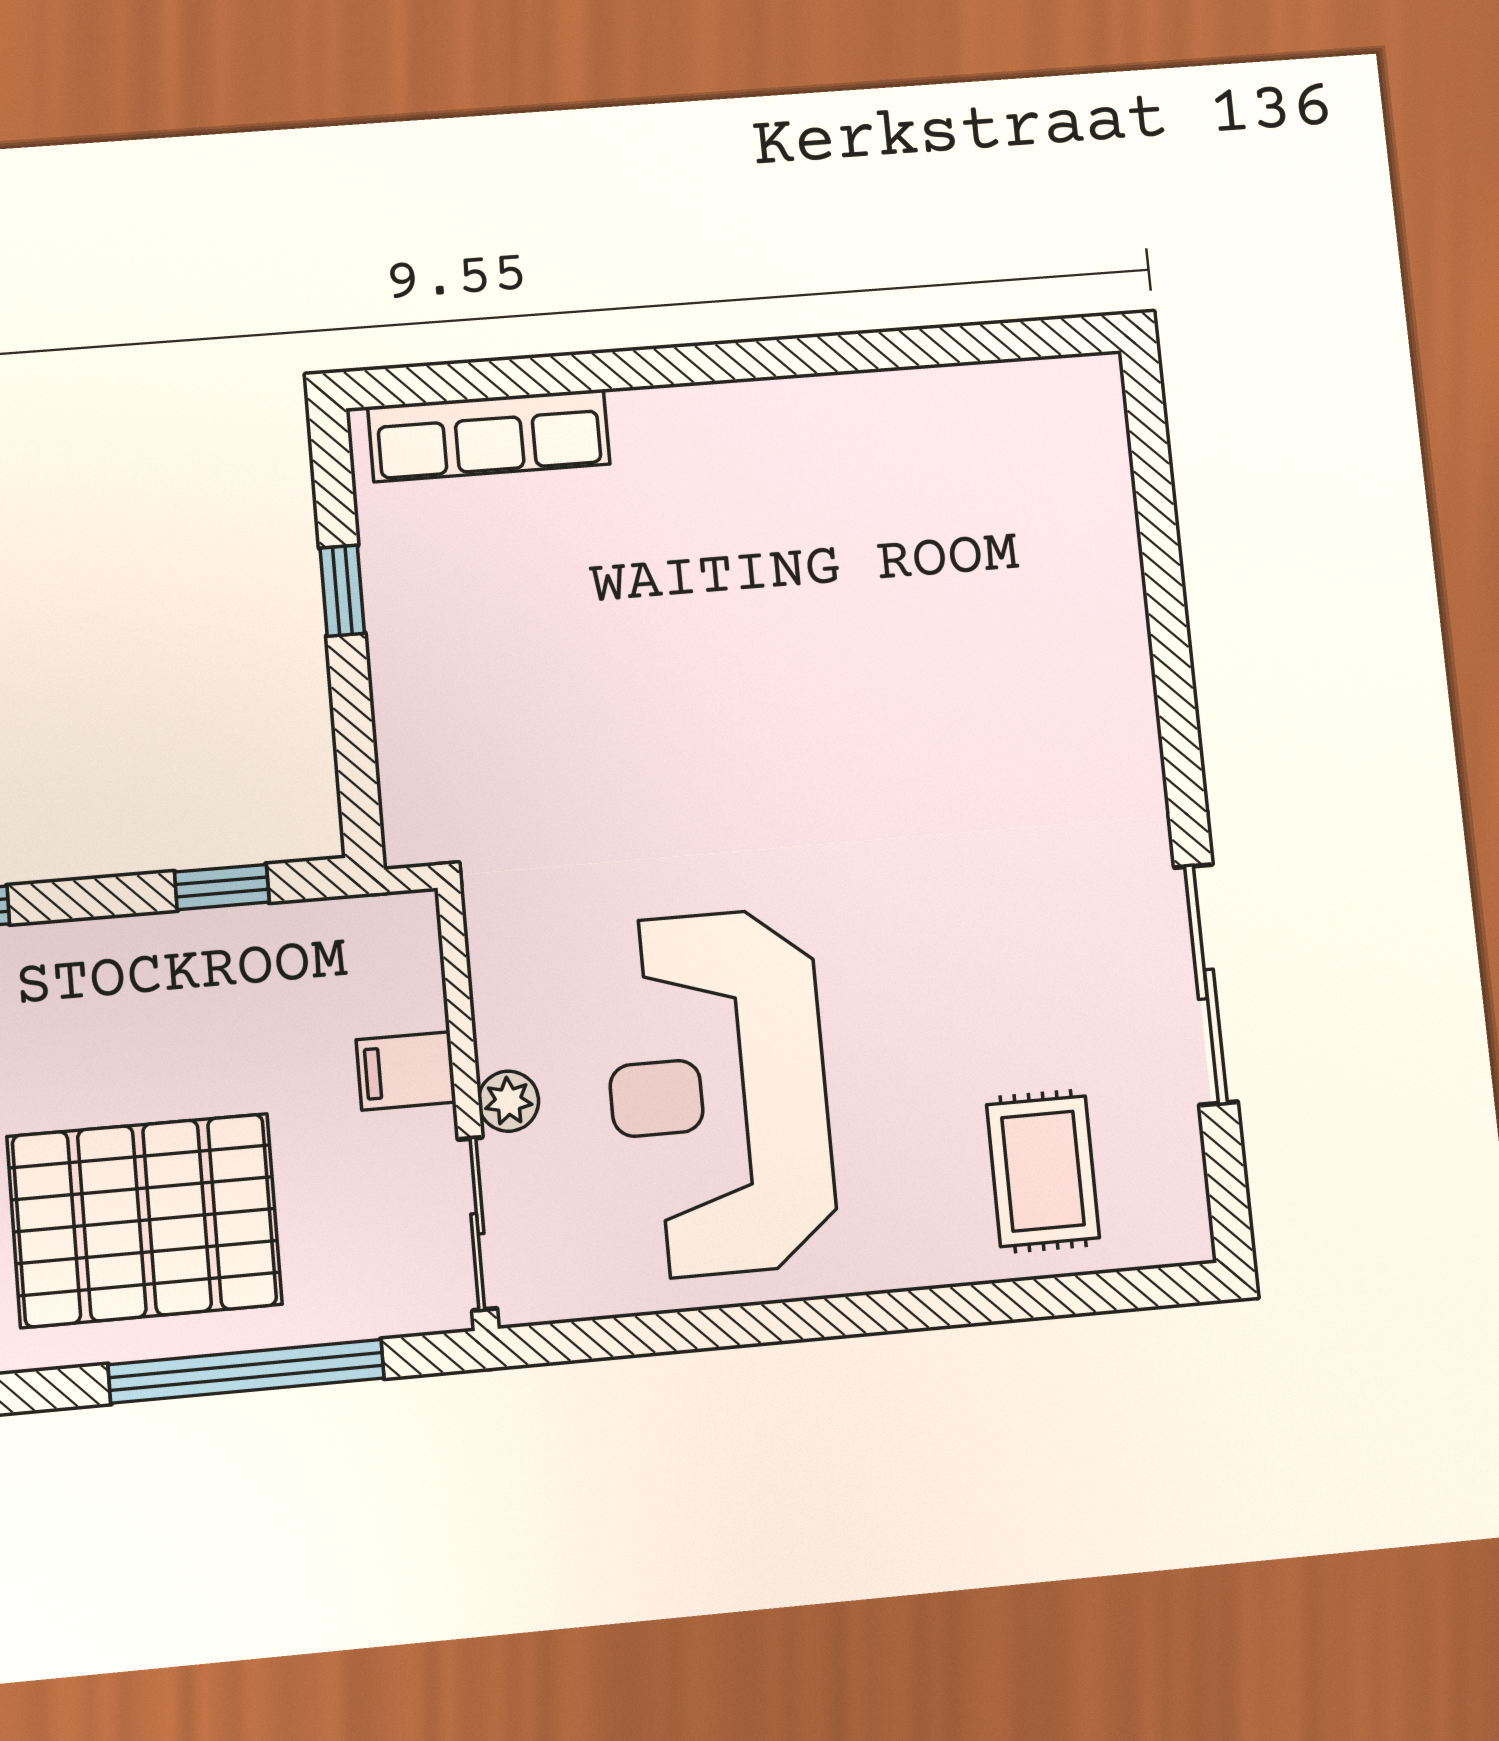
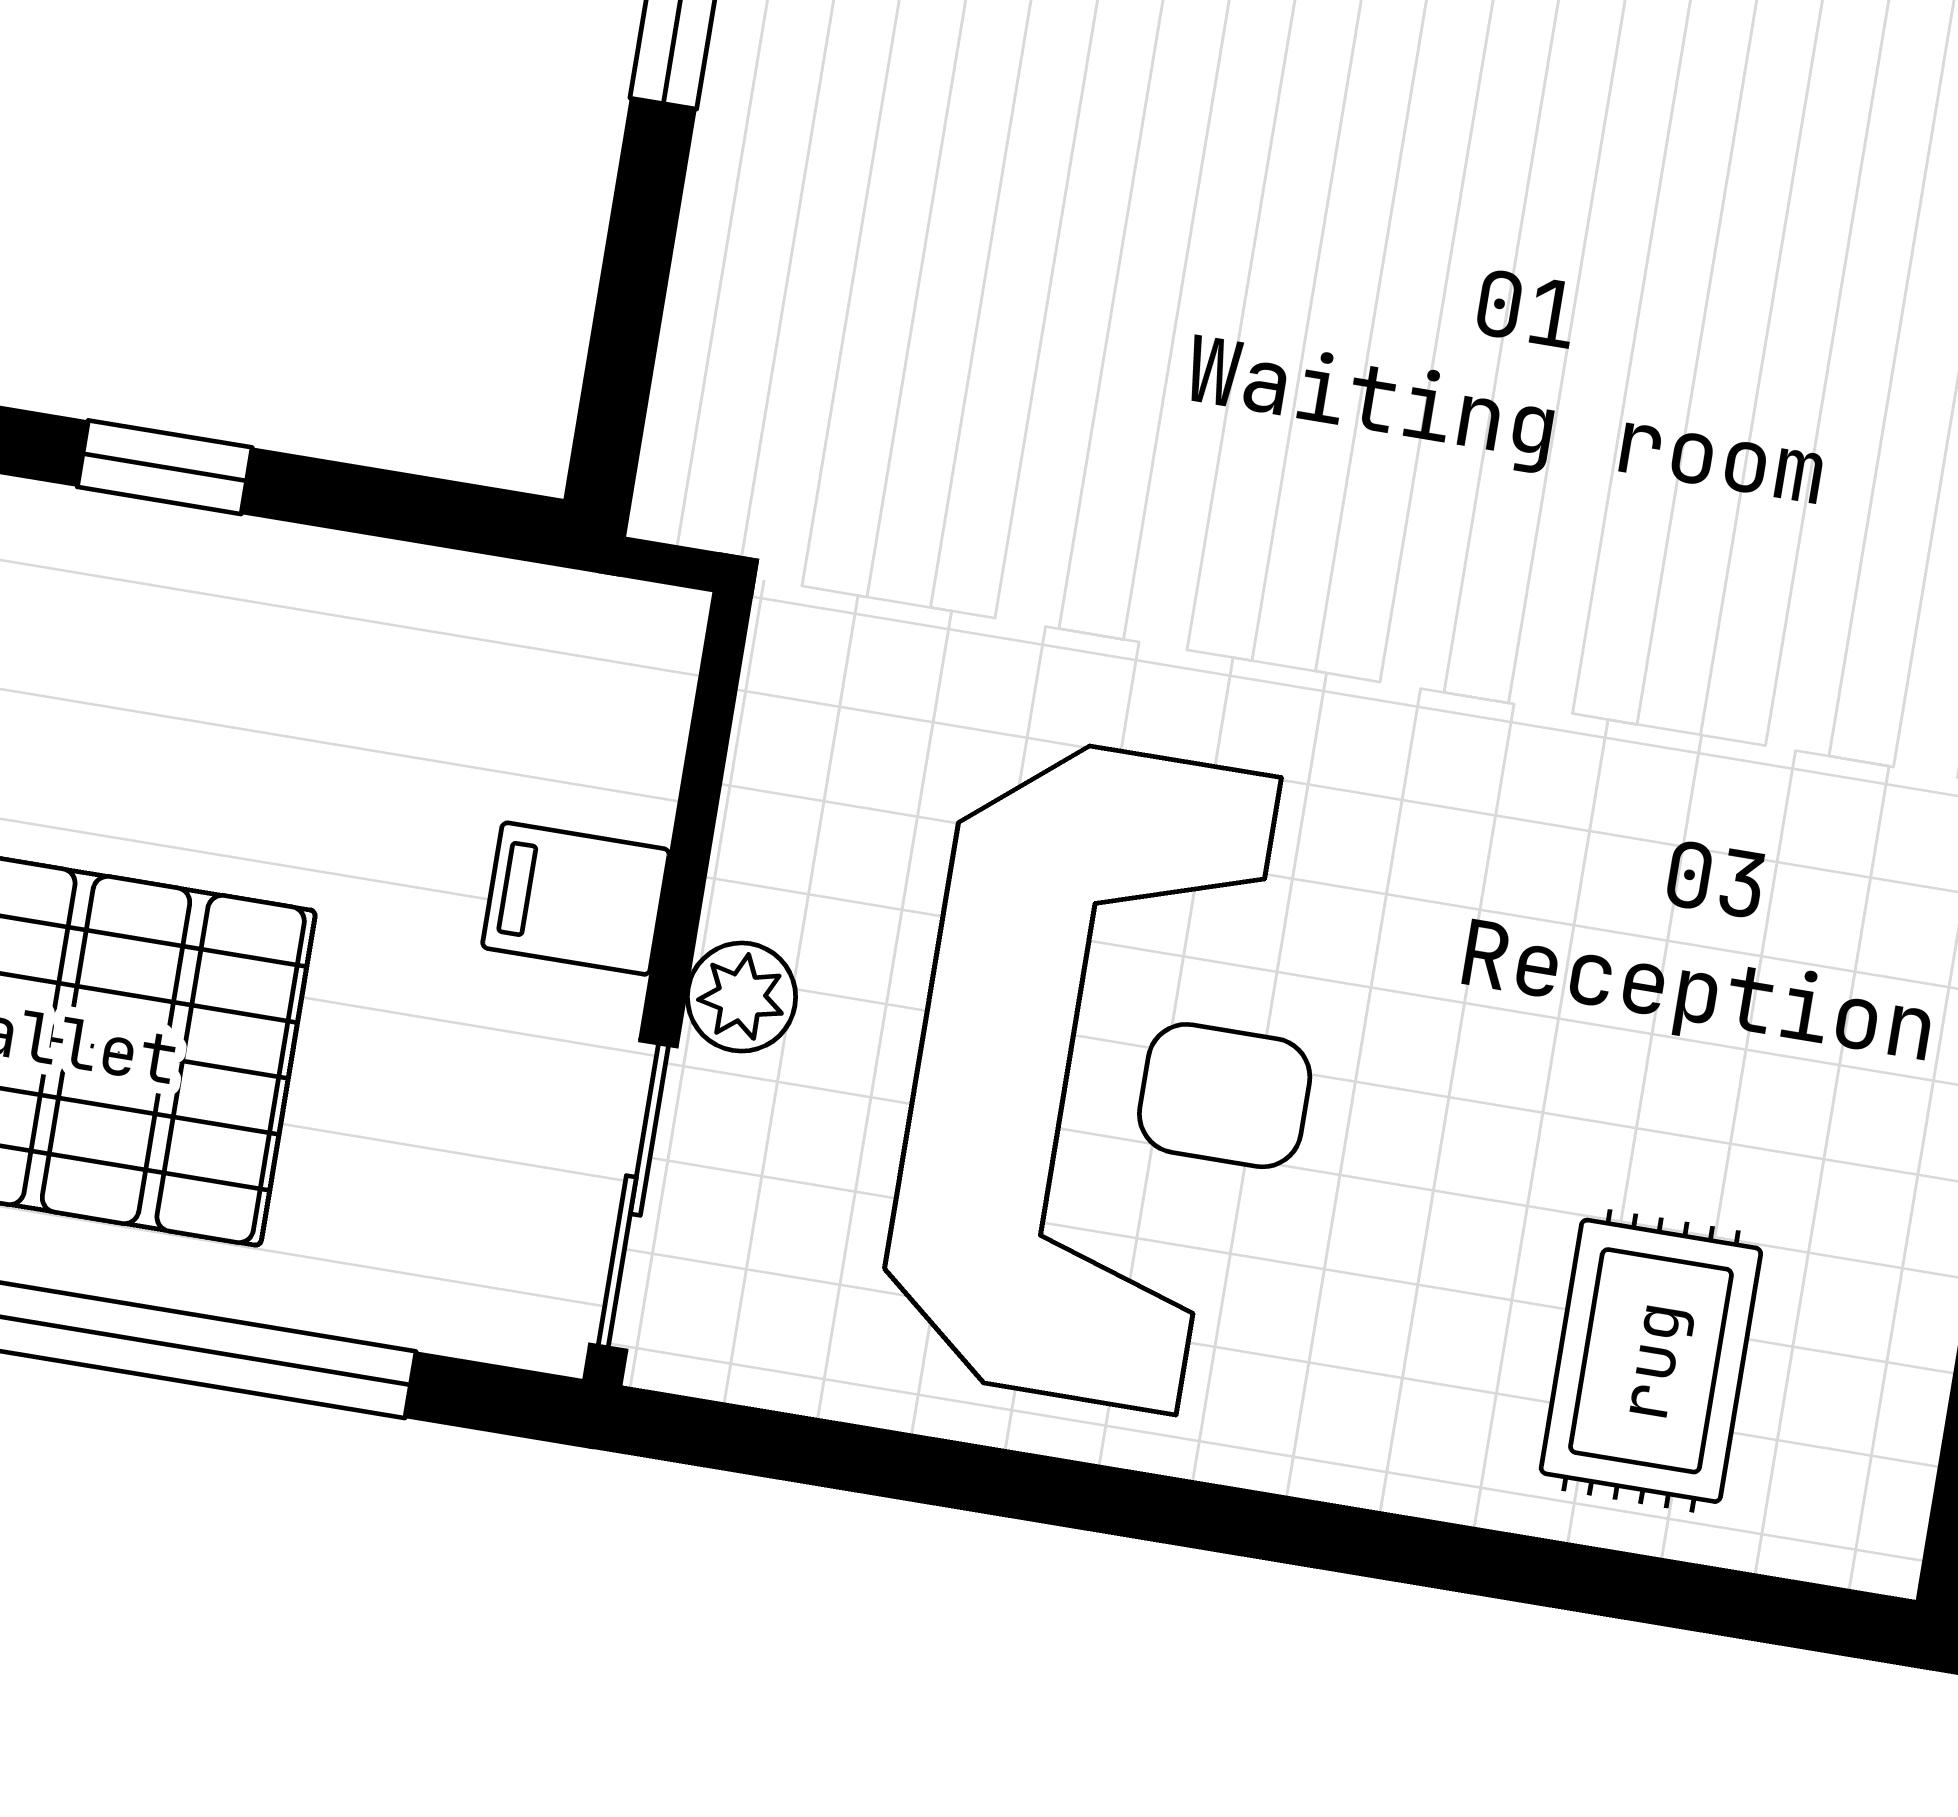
window: (222, 887) -> (165, 467), moved
reception desk: (718, 1093) -> (1113, 1077), turned 180

